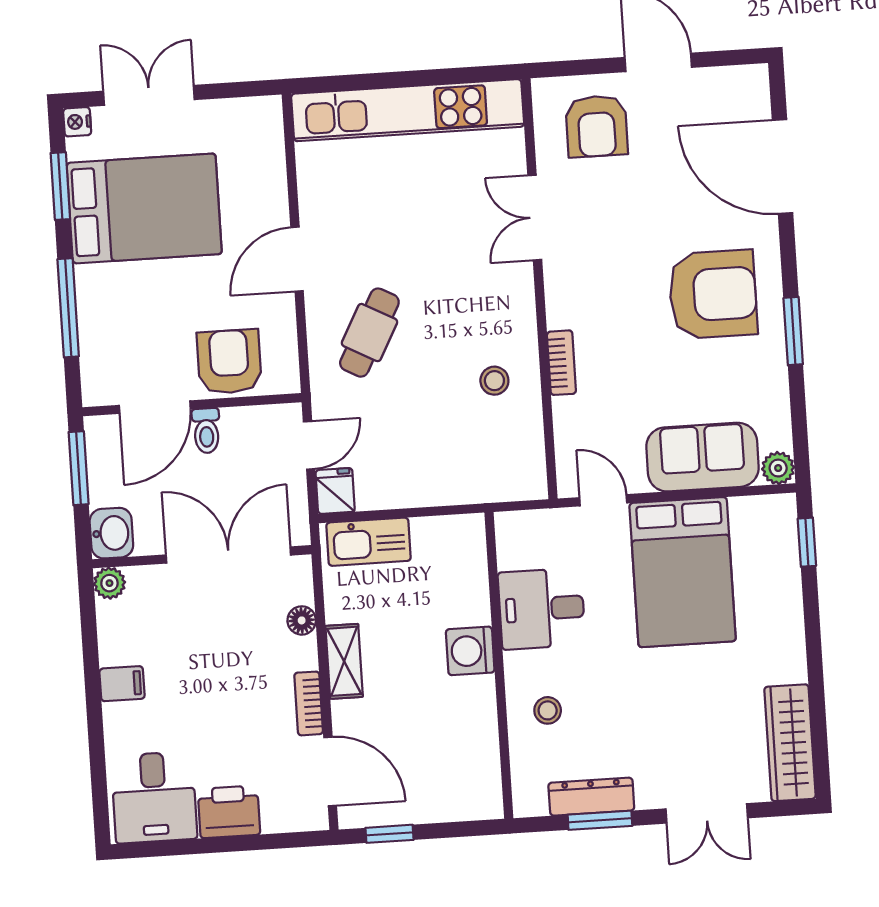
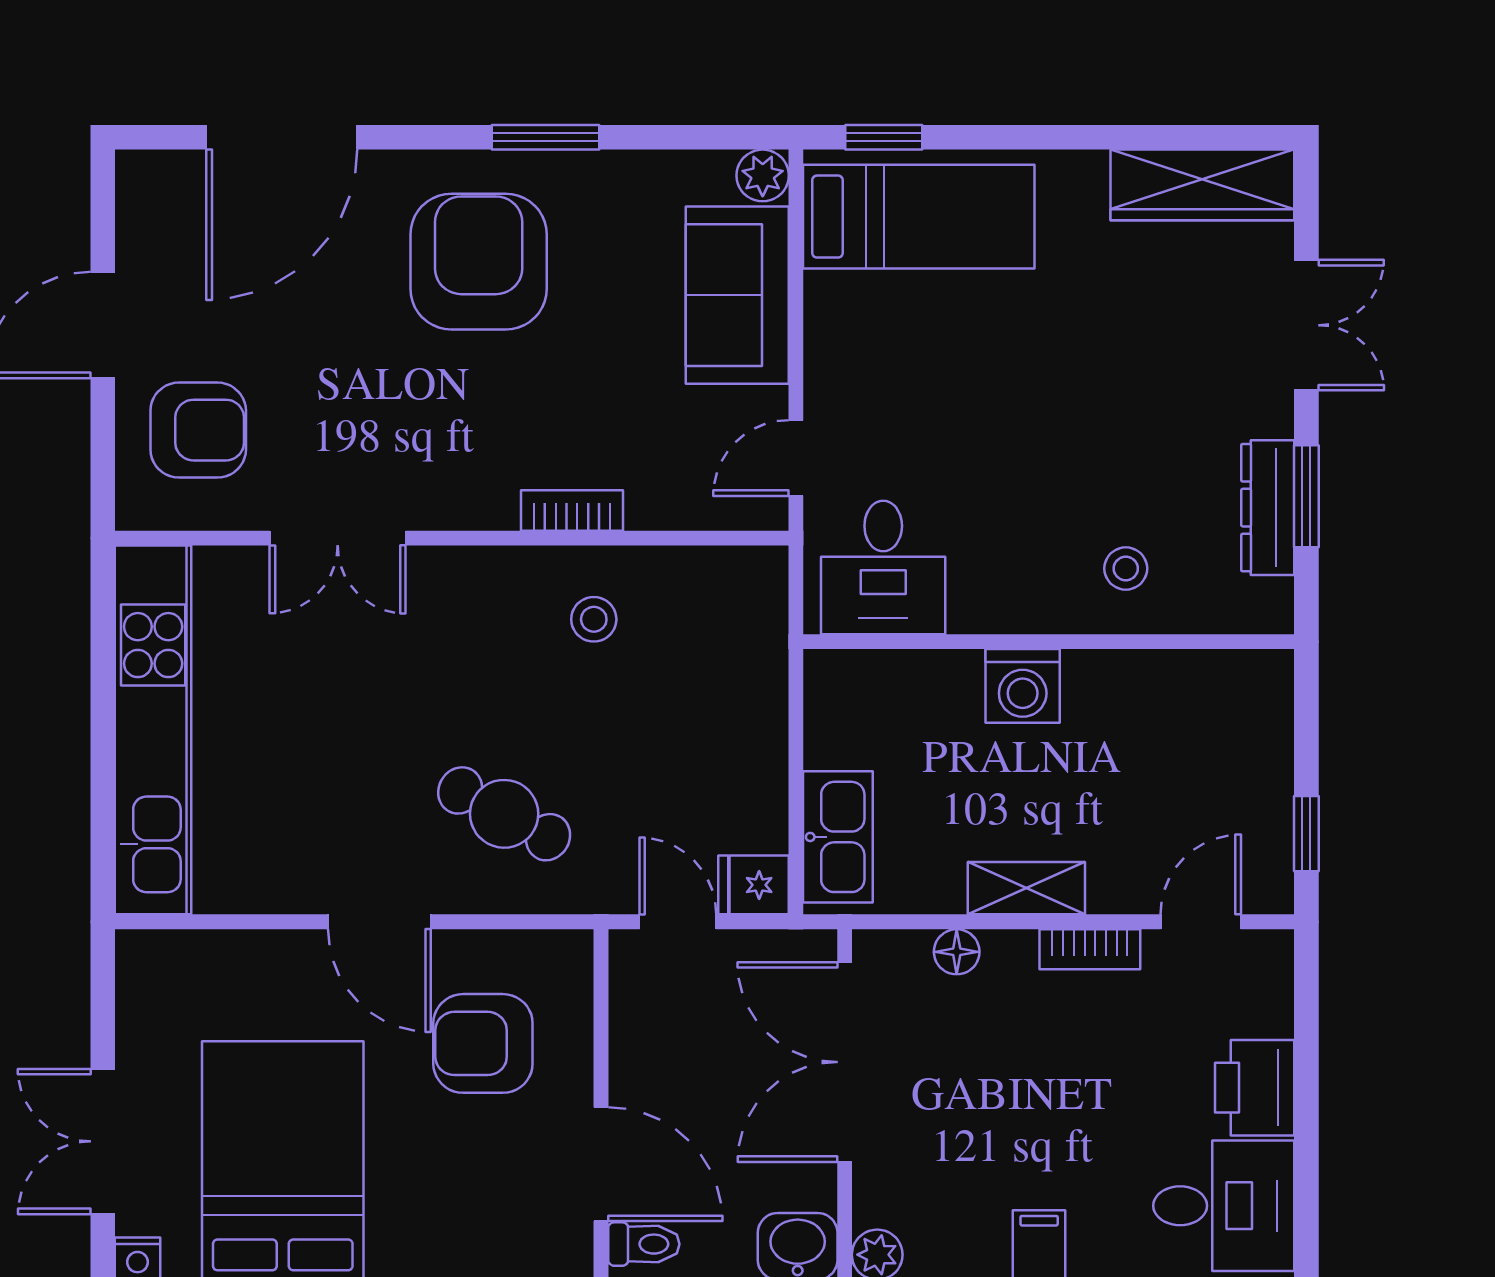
armchair: (229, 362) -> (483, 1043), moved
toilet: (206, 431) -> (644, 1244), moved
bed: (683, 572) -> (919, 217), moved, width x0.67
desk: (542, 609) -> (883, 567), moved
door: (330, 771) -> (1201, 922), width x0.73

